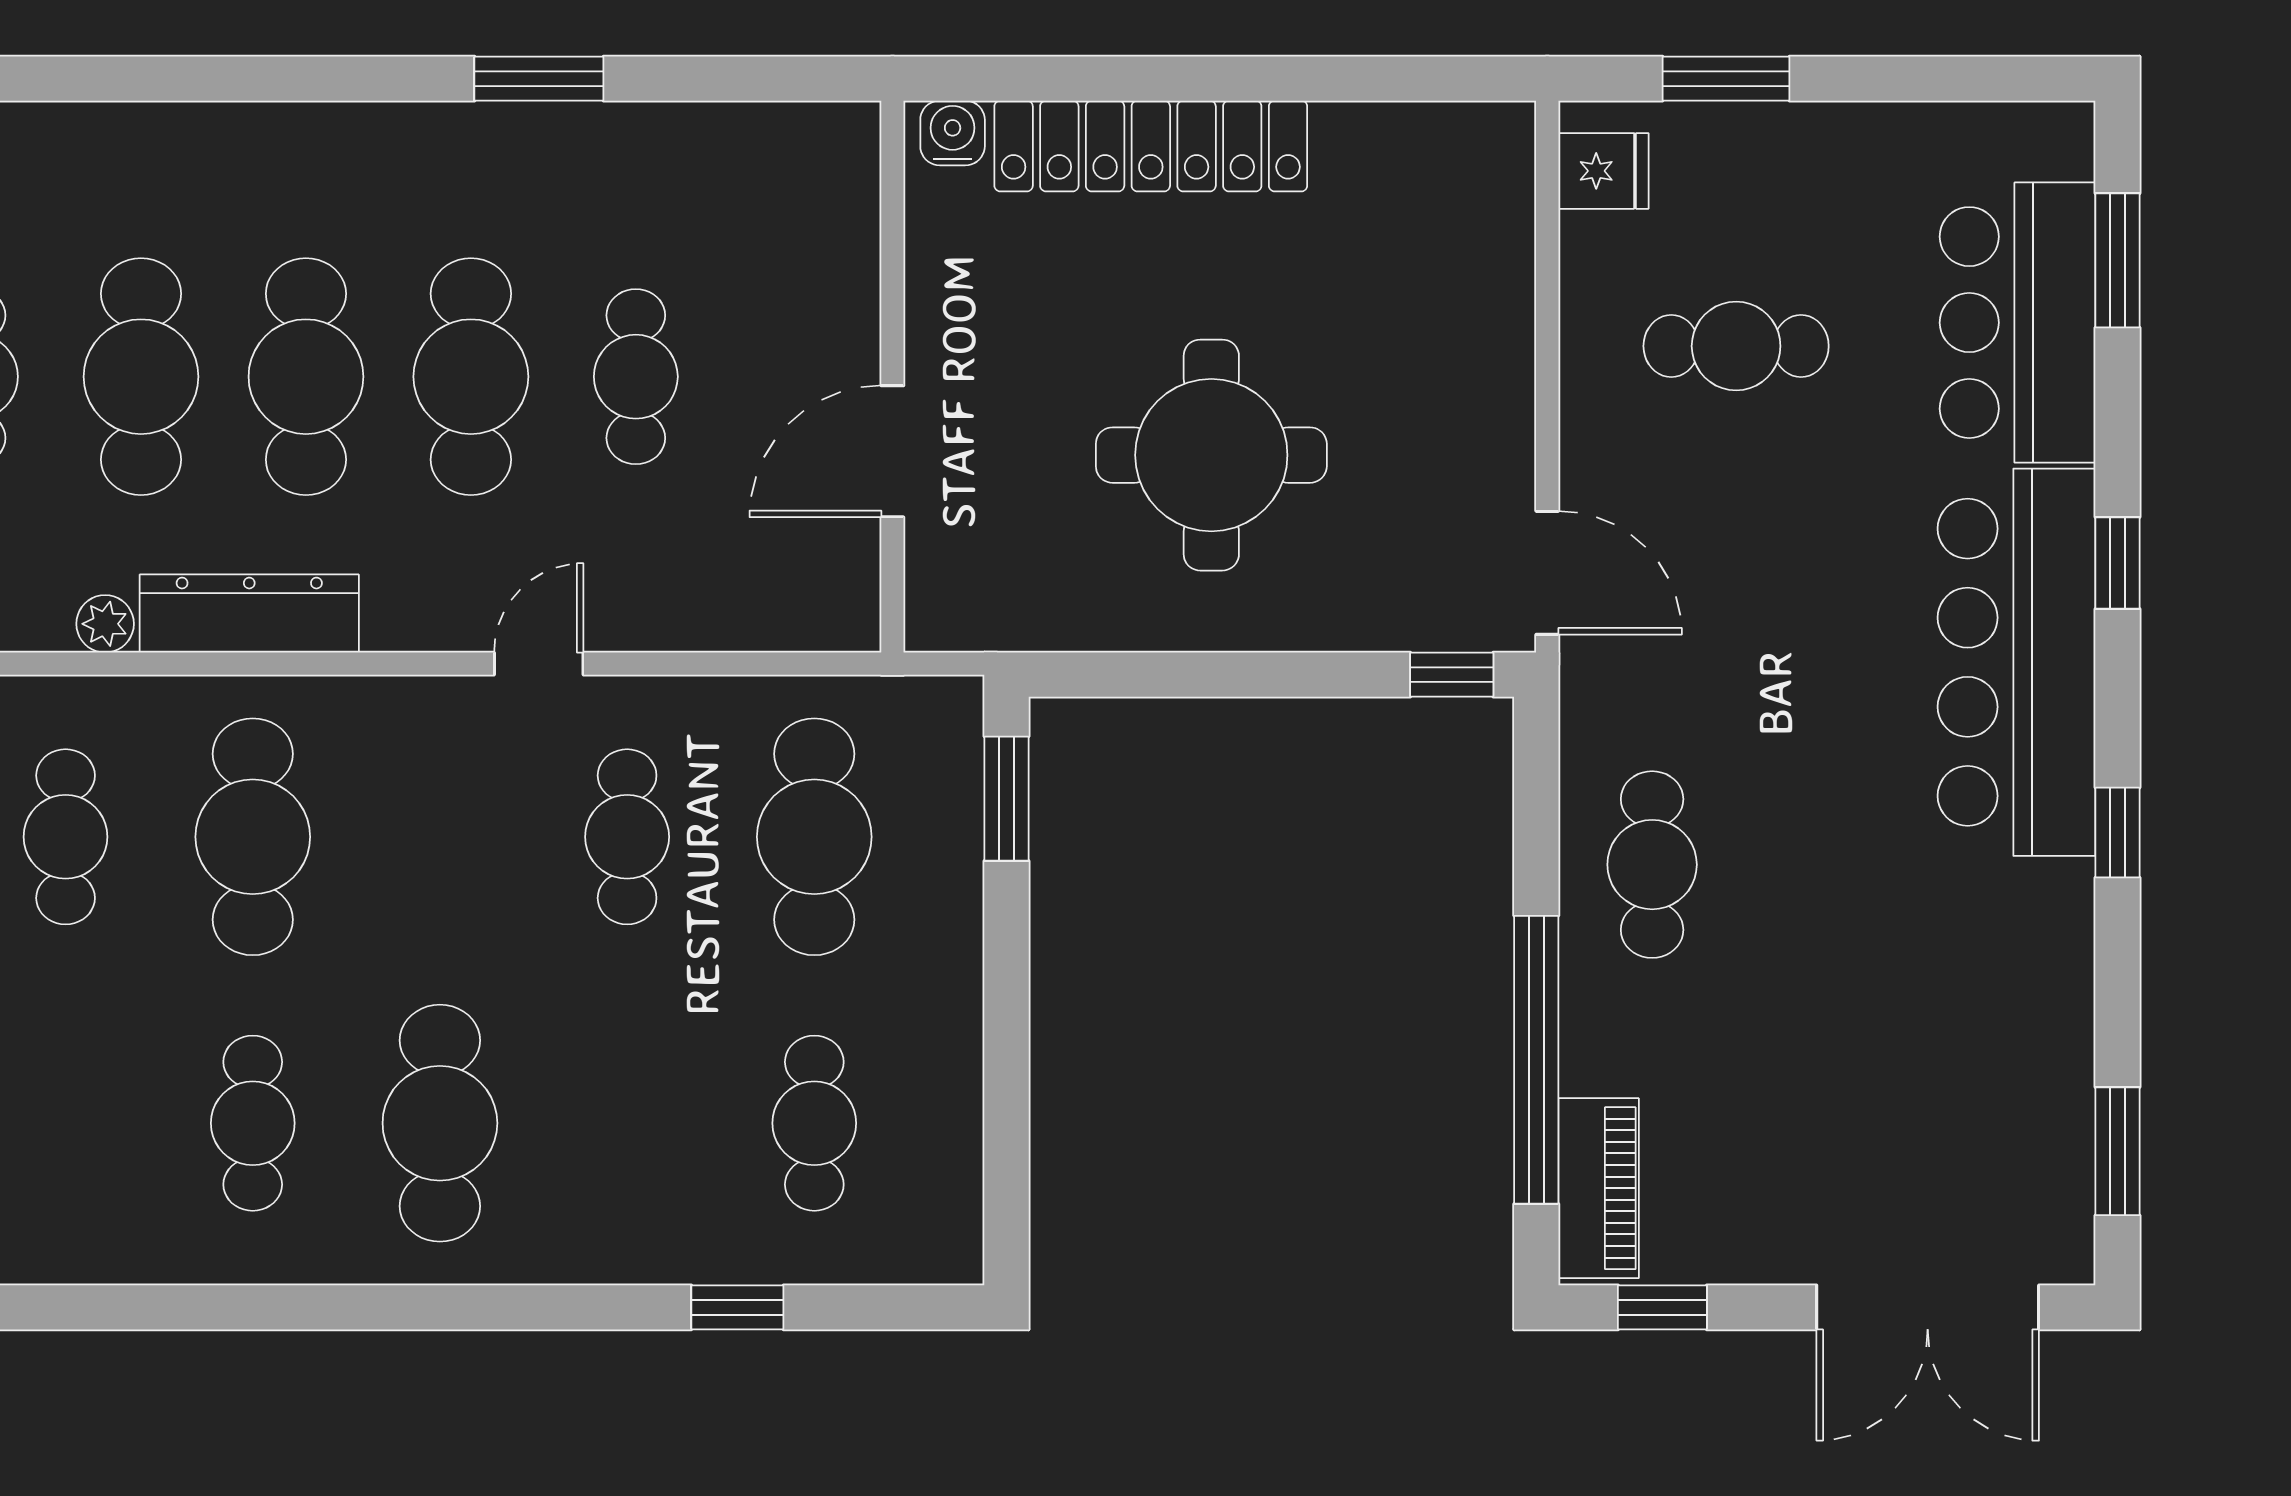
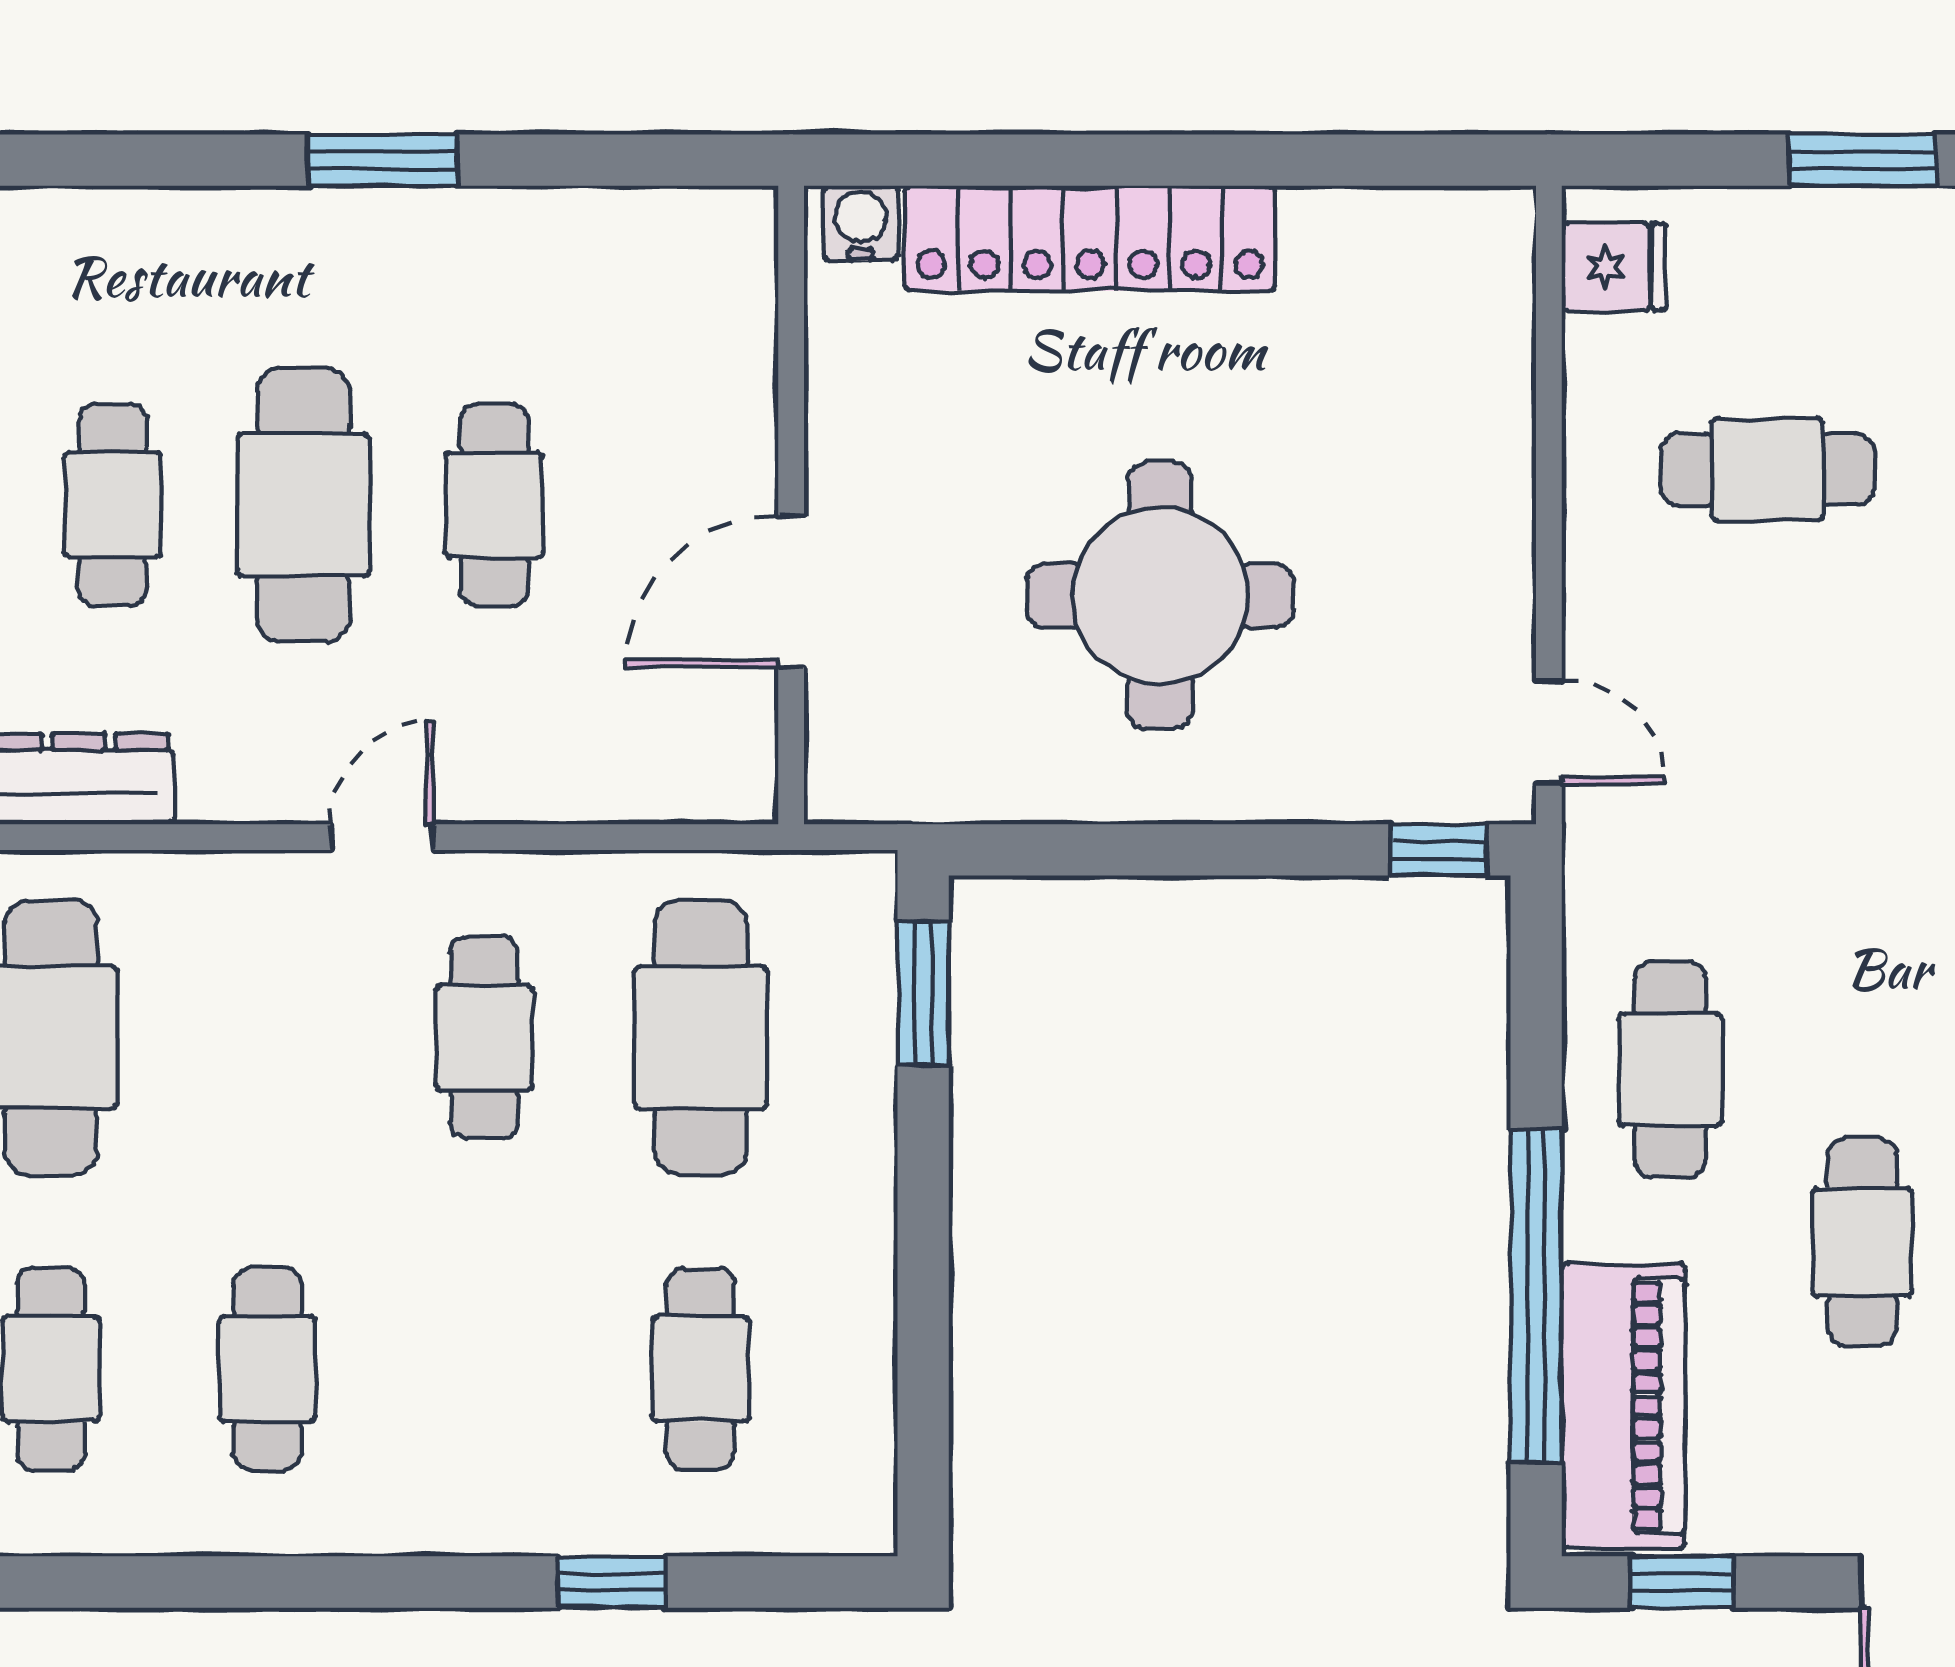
window: (1726, 79) -> (1862, 160), moved
cafe table: (306, 377) -> (112, 505), width x0.73, depth x0.74
door: (1547, 573) -> (1549, 732), width x0.73
cafe table: (1818, 1014) -> (1862, 1242), added
cafe table: (440, 1123) -> (268, 1369), width x0.73, depth x0.74
piano: (1599, 1188) -> (1623, 1406), width x1.37, depth x1.33

